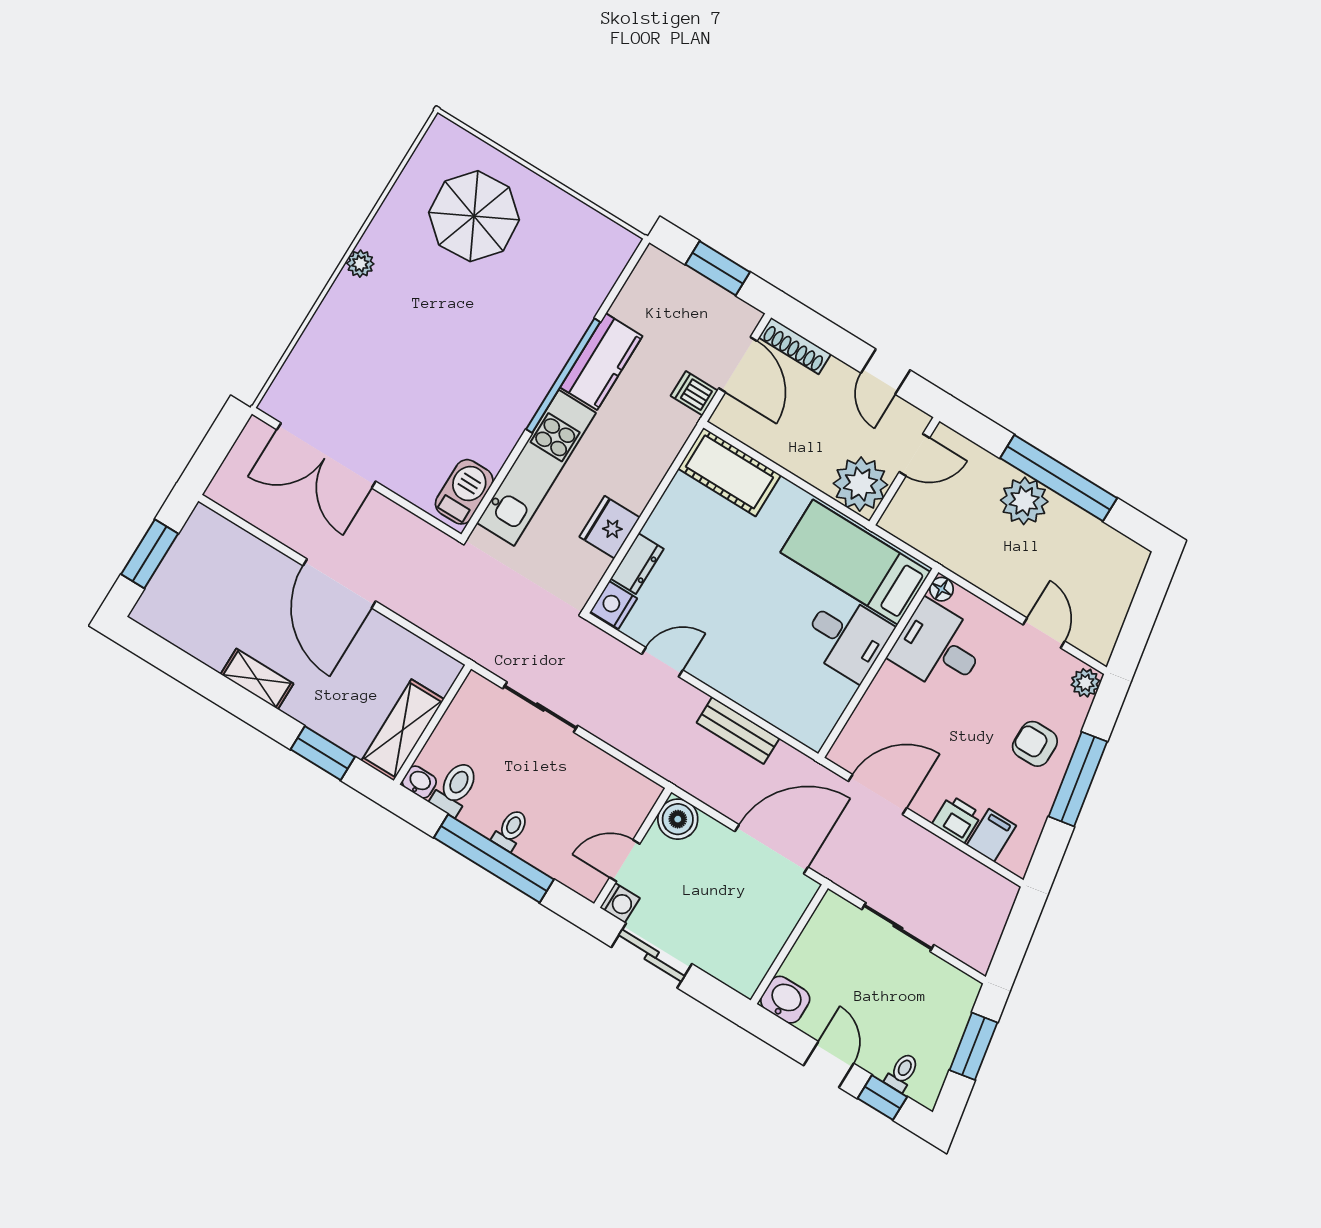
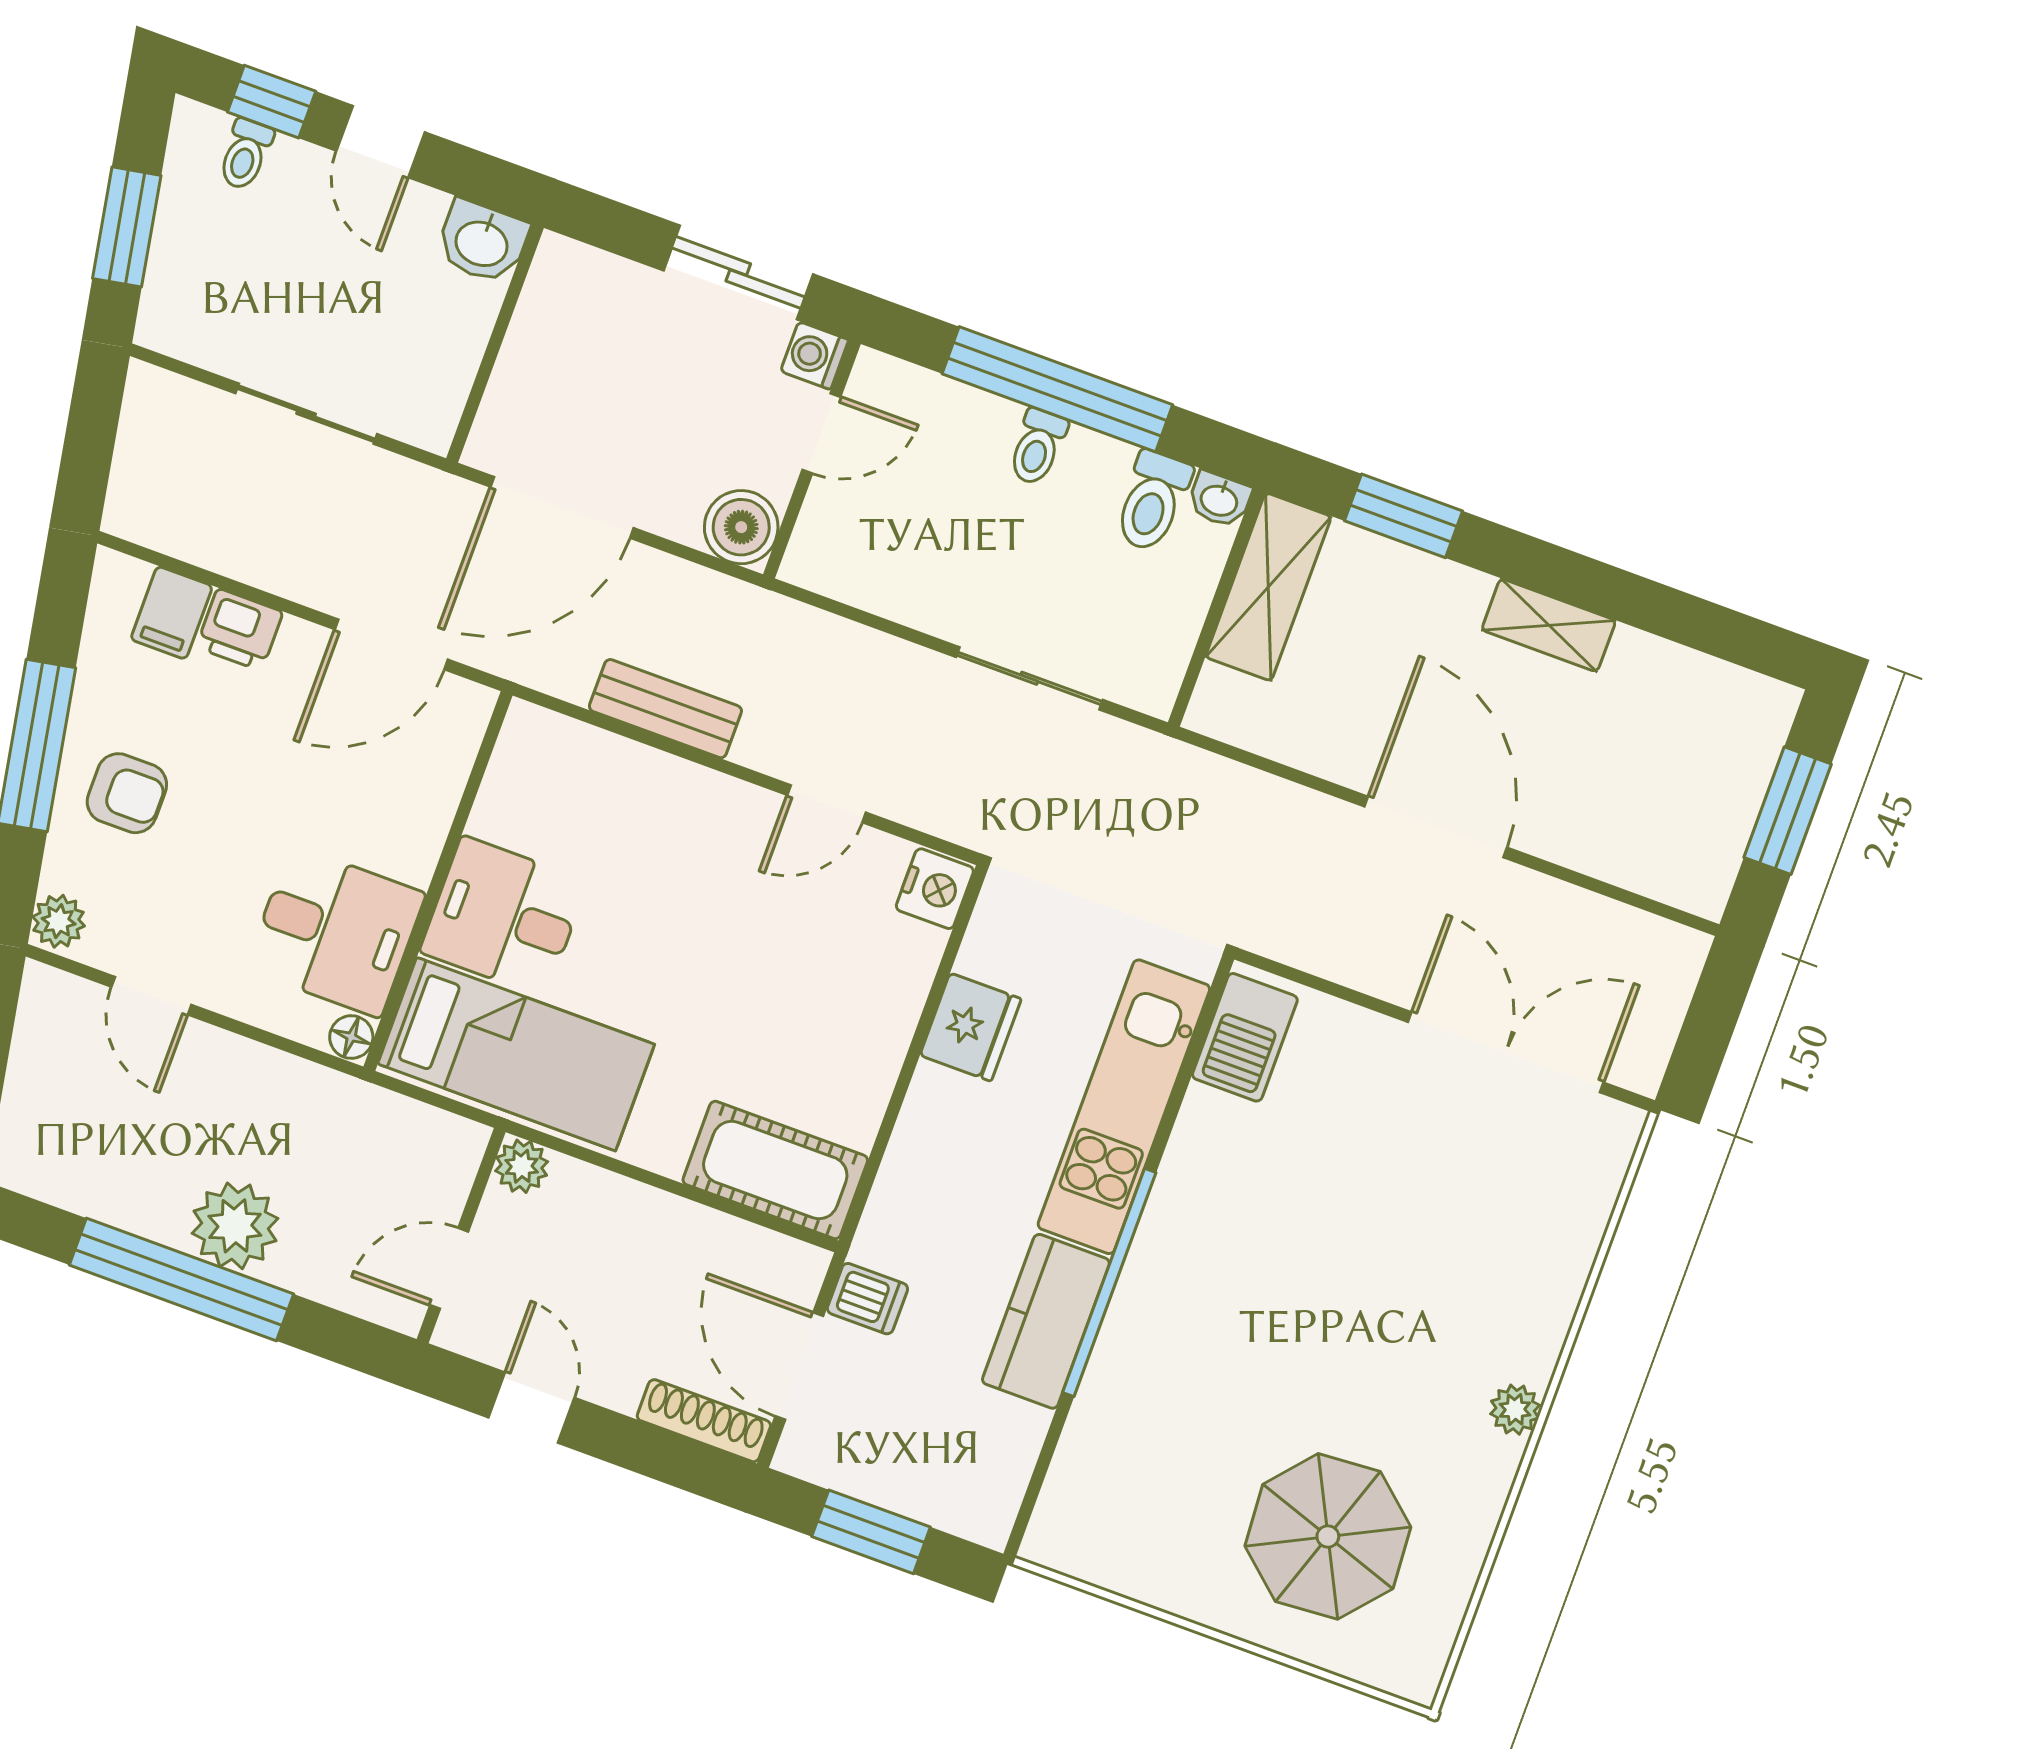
plant: (860, 484) -> (522, 1166), width x0.53, depth x0.53
dresser: (637, 564) -> (908, 972), removed

